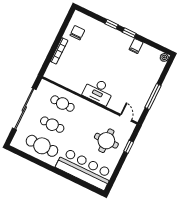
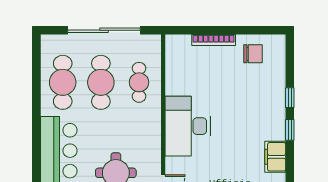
filing cabinet: (136, 46) -> (275, 157), width x2.00
desk: (98, 91) -> (188, 126), width x1.36, depth x1.30
cafe table: (52, 125) -> (101, 82), width x1.37, depth x1.35

